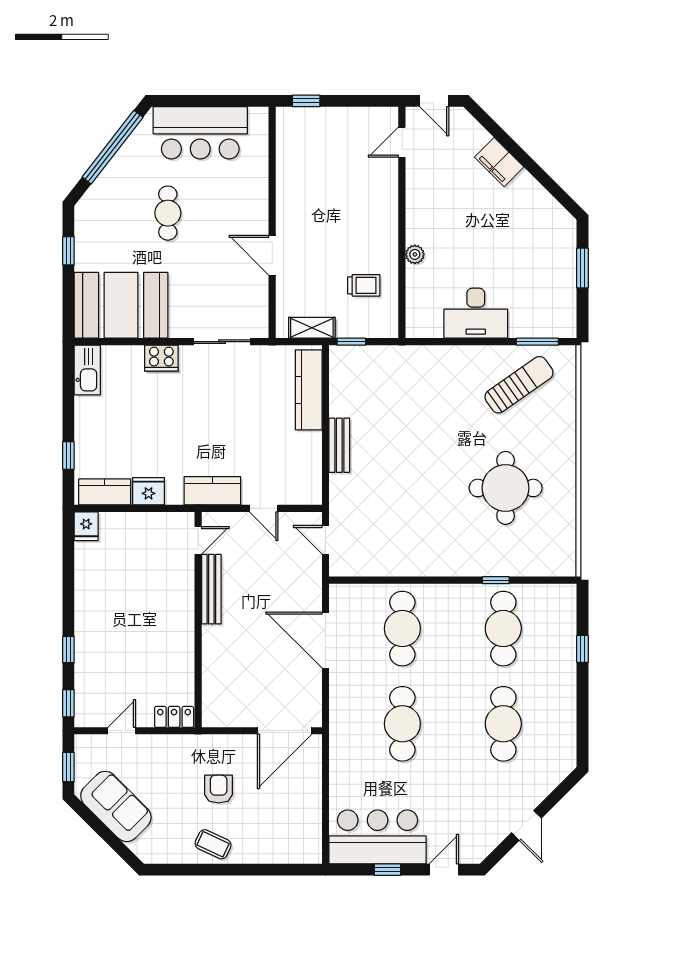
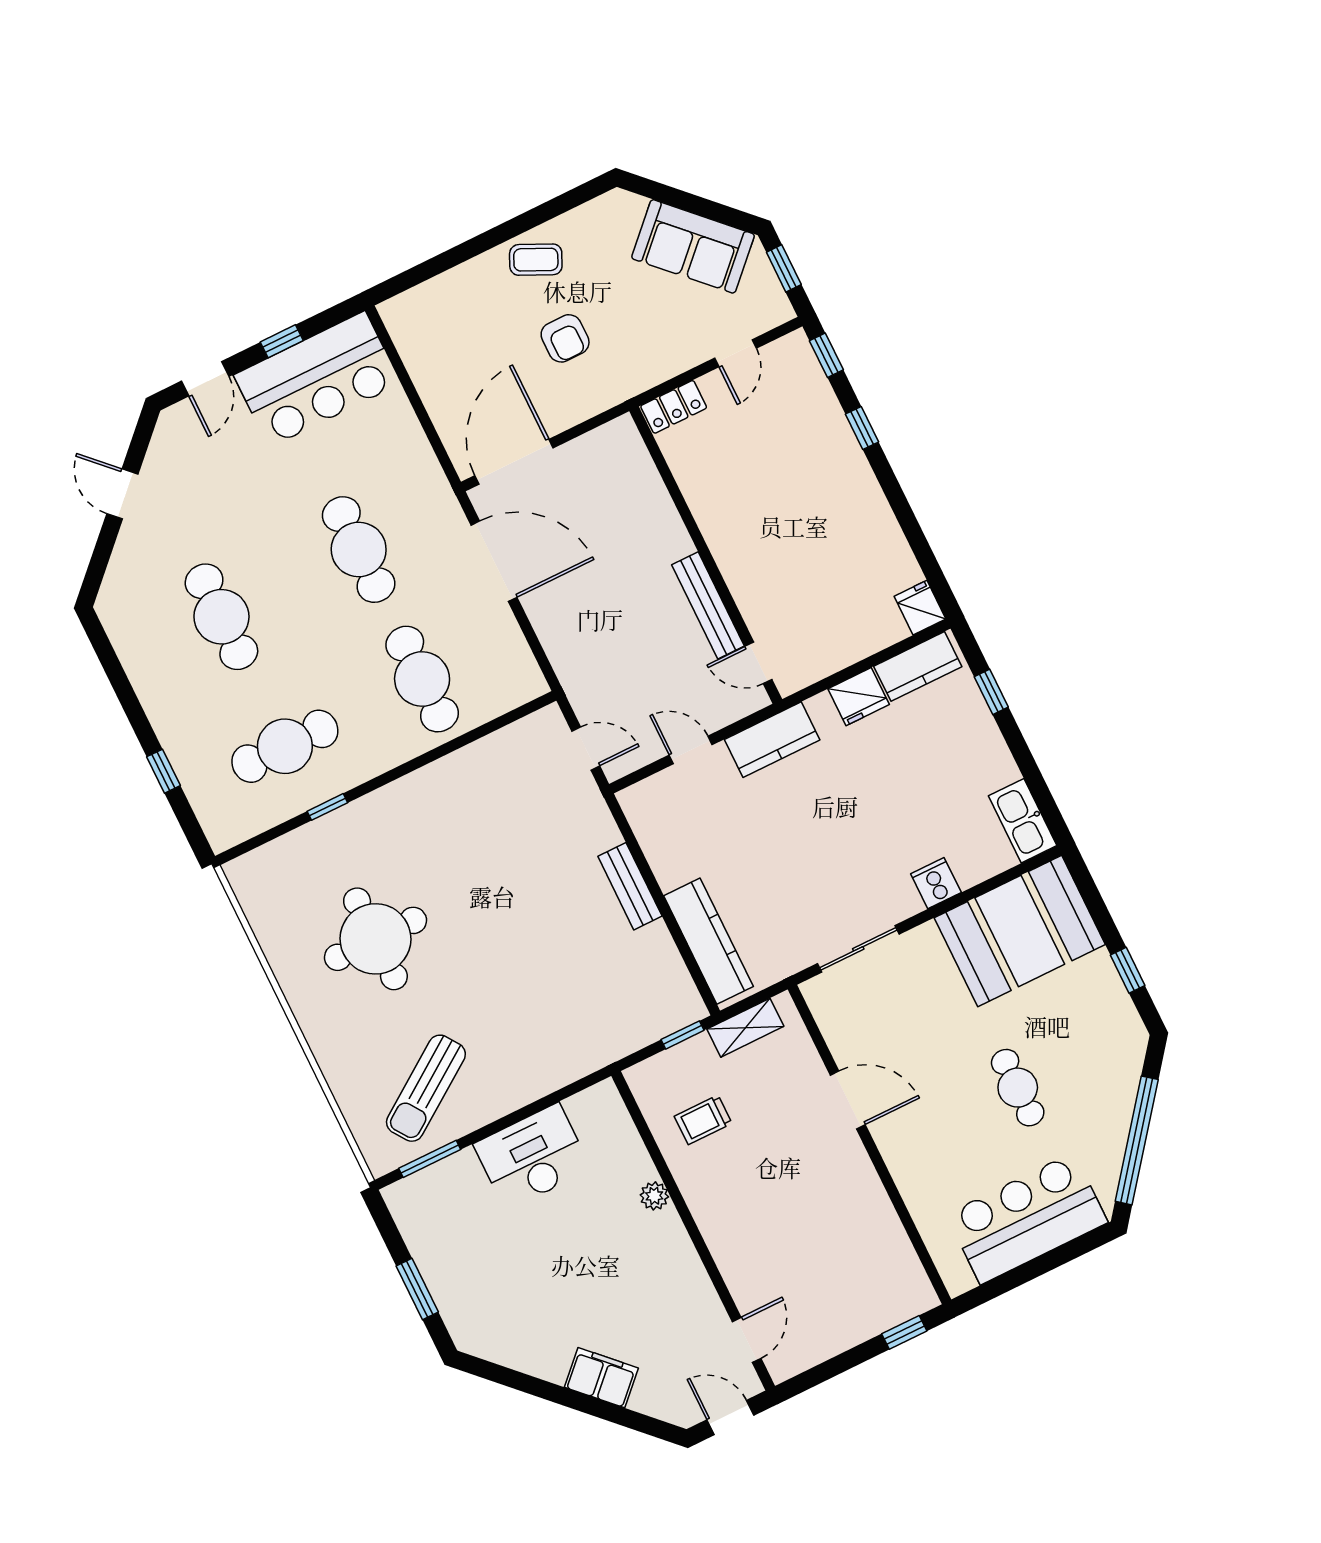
cooker: (161, 358) -> (936, 883), width x0.73
door: (198, 540) -> (759, 663), hinge flipped
cafe table: (503, 629) -> (285, 746), turned 90
door: (325, 640) -> (494, 561), moved

